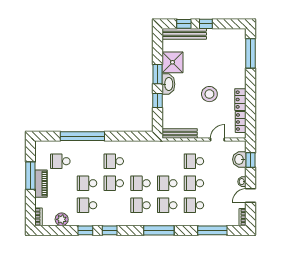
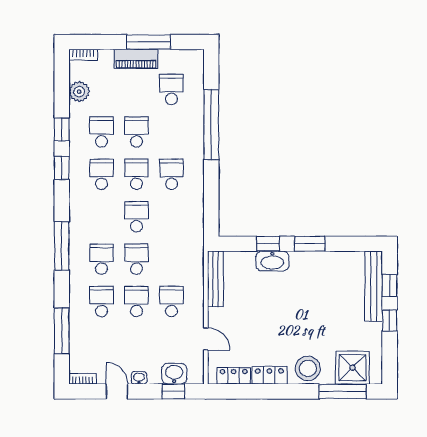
shower: (172, 62) -> (353, 368), moved
washbasin: (168, 84) -> (272, 261), moved
stool: (209, 94) -> (308, 368), moved
school desk: (140, 205) -> (101, 174), moved

